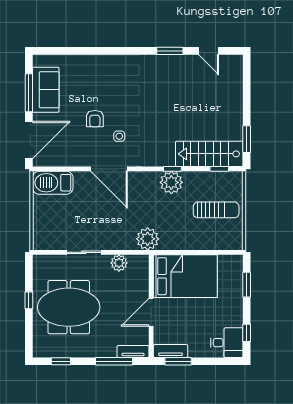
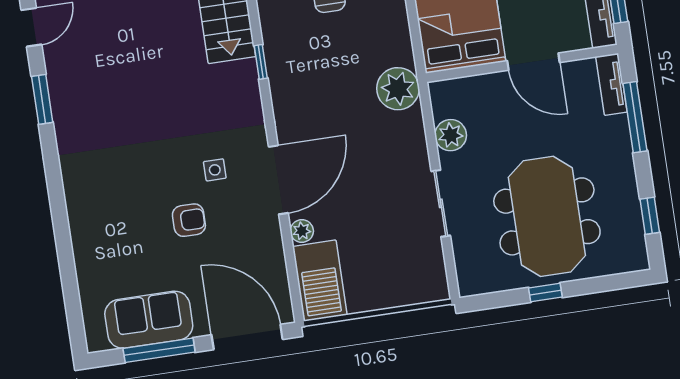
plant: (171, 182) -> (302, 231), moved, width x0.53, depth x0.53

